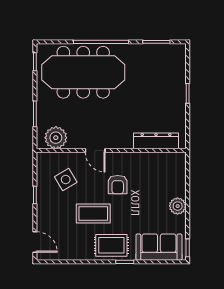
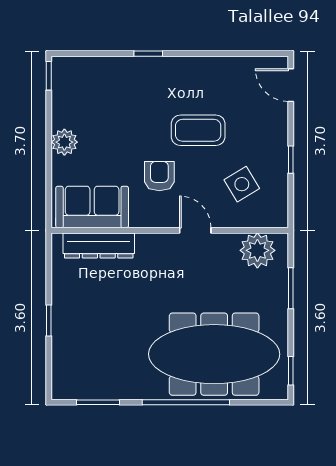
rug: (111, 245) -> (169, 80), removed
sofa: (159, 247) -> (92, 207), moved, turned 180

